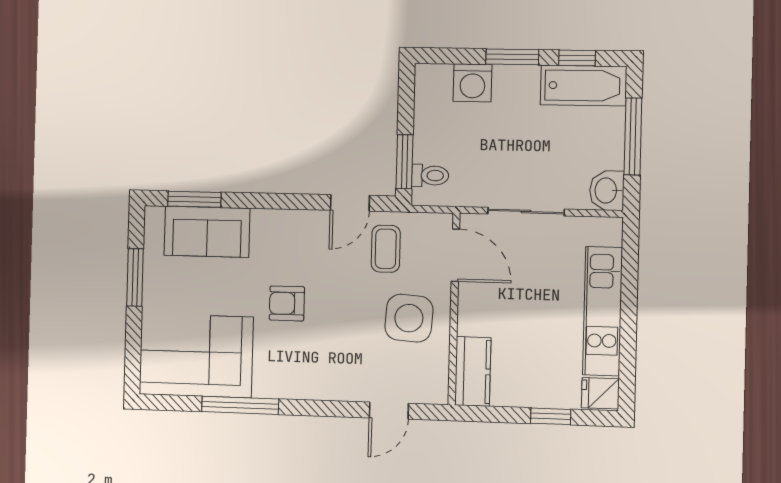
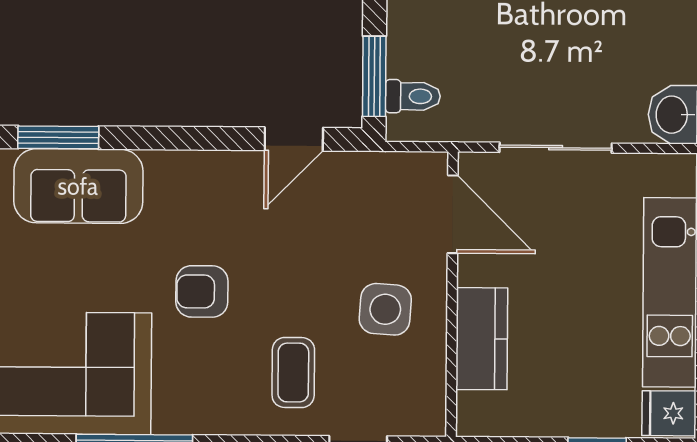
coffee table: (386, 249) -> (293, 373), moved
side table: (409, 318) -> (385, 309), width x0.73, depth x0.73
kitchen counter: (473, 371) -> (482, 339), moved

